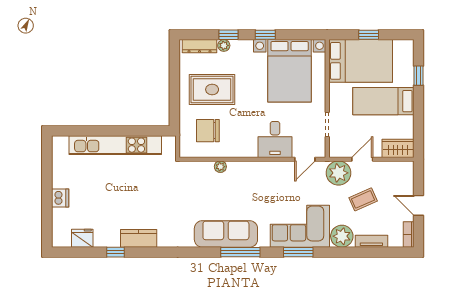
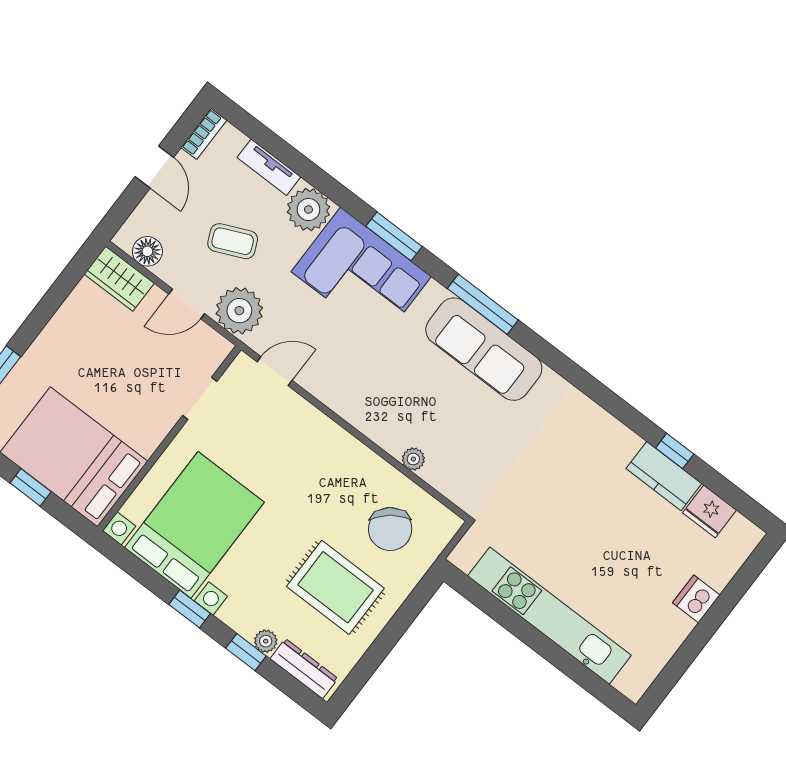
bed: (383, 101) -> (86, 368), removed
chair: (208, 131) -> (390, 529), turned 52
desk: (275, 139) -> (297, 437), removed
floor lamp: (395, 168) -> (147, 251), added
kitchen counter: (139, 238) -> (664, 476), moved

